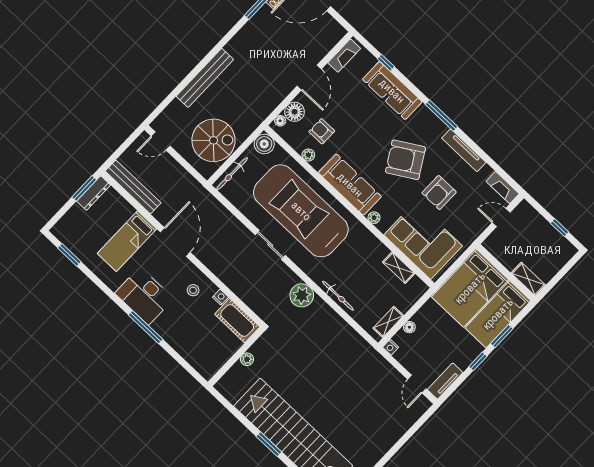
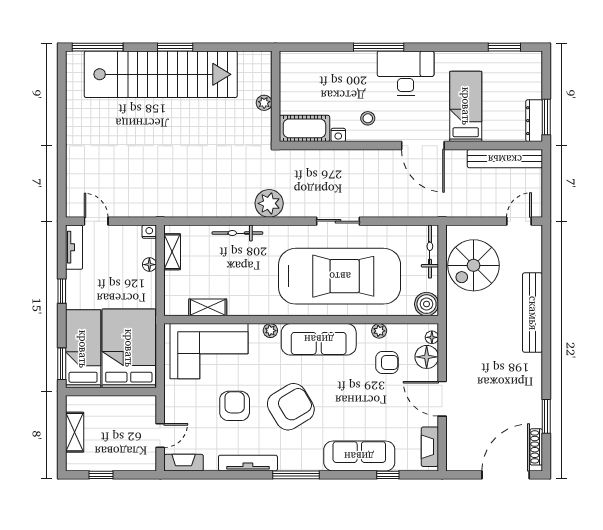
shelving: (528, 279) -> (75, 432), moved, turned 90
window: (502, 336) -> (62, 364), moved

